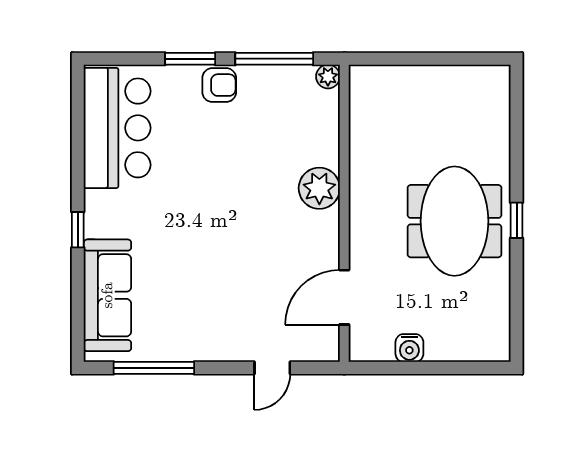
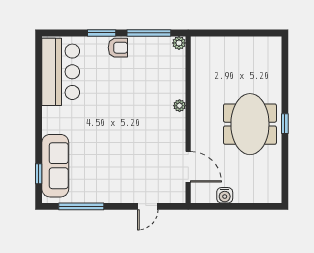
plant: (319, 188) -> (180, 106), width x0.53, depth x0.53
window: (78, 230) -> (39, 174), moved
door: (344, 297) -> (188, 167), swing flipped

